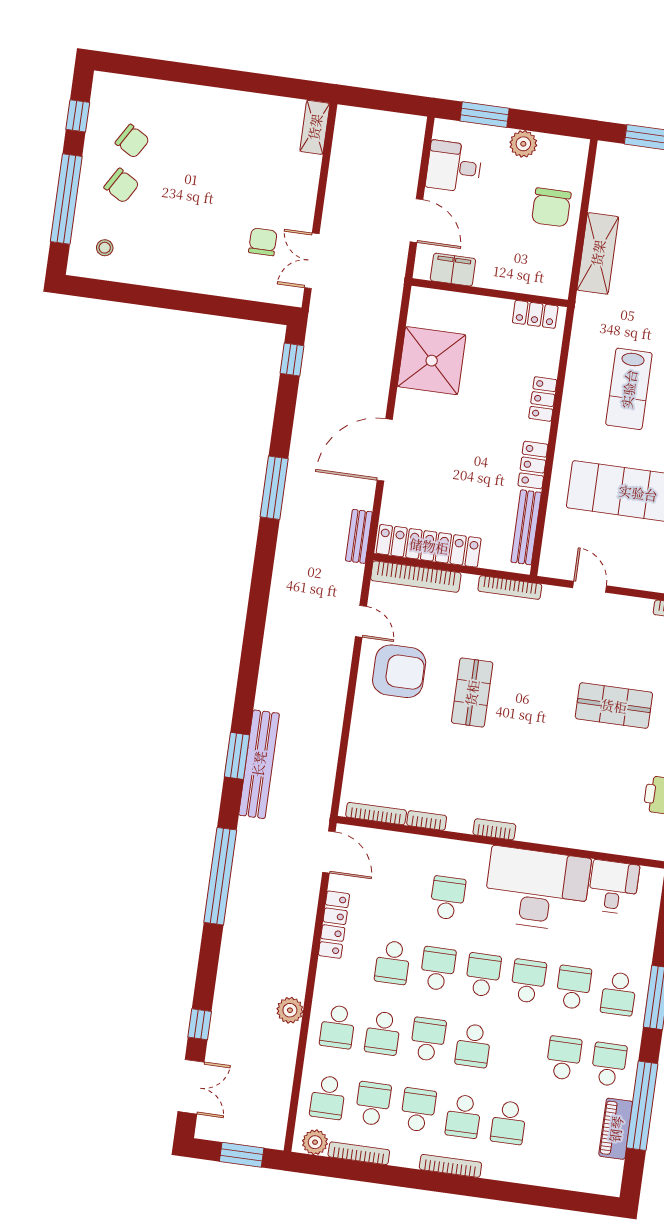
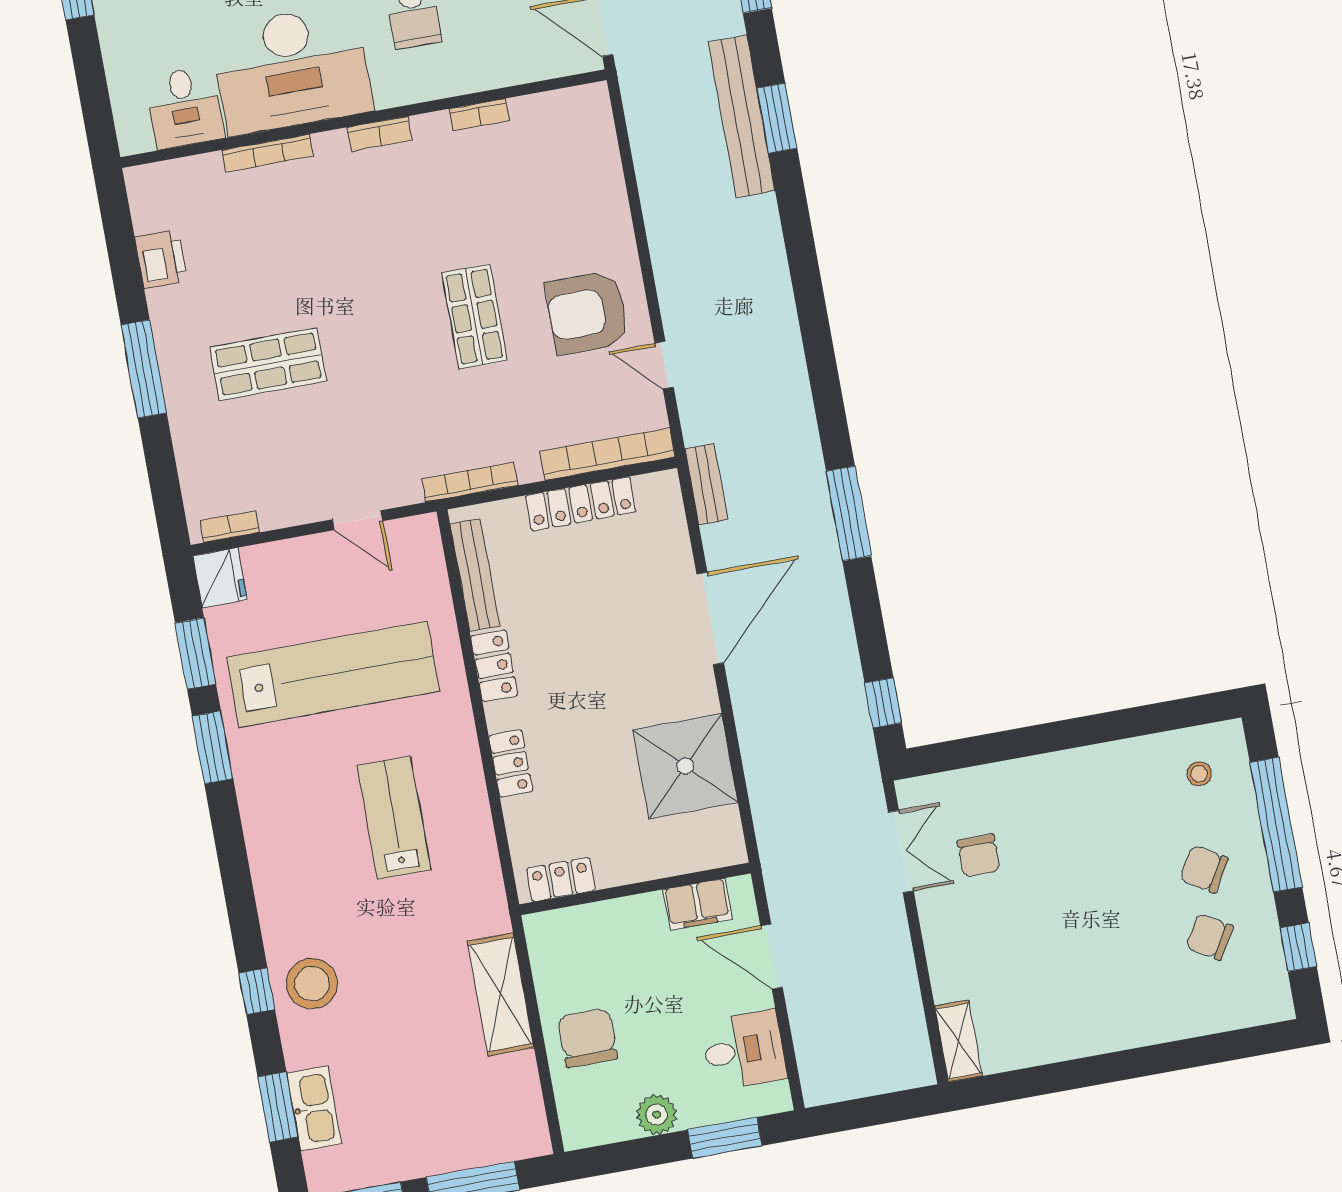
locker: (429, 546) -> (581, 504), width x0.71, depth x0.83
bookcase: (376, 814) -> (268, 153), moved

